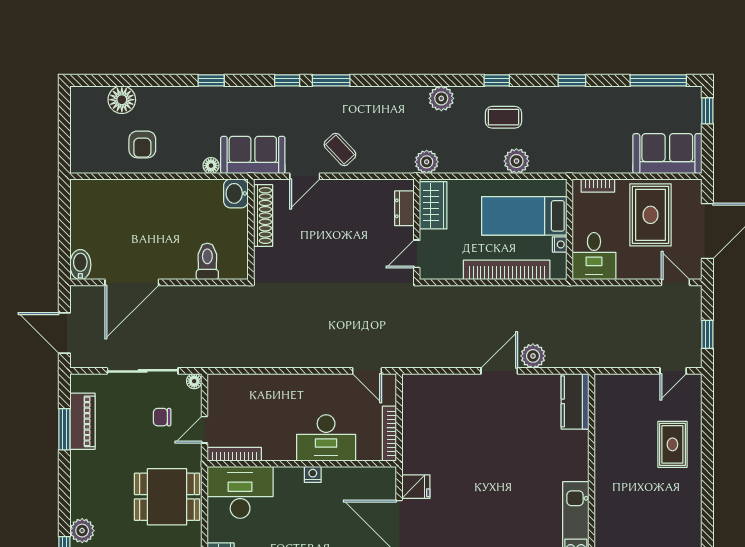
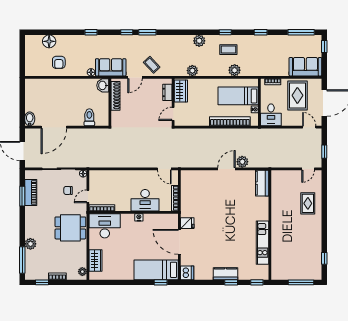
wardrobe: (433, 205) -> (181, 91), moved
dresser: (404, 208) -> (167, 92), moved
wall: (417, 229) -> (173, 102), moved
door: (417, 254) -> (173, 114), moved

